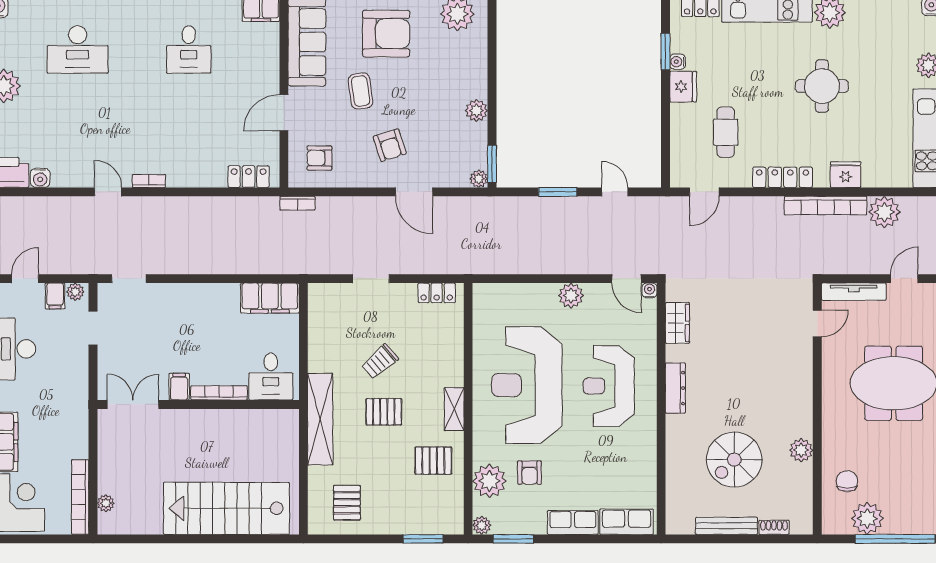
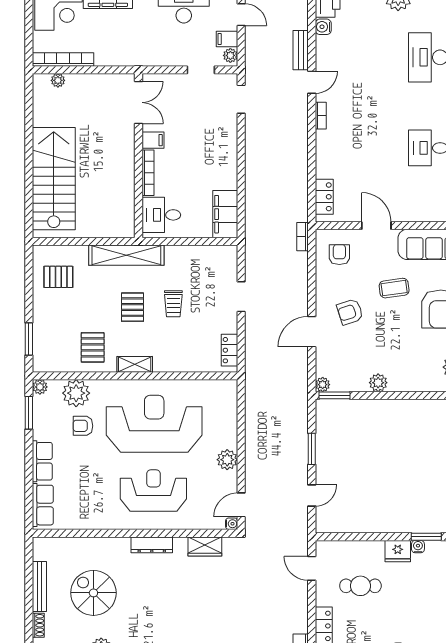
bench: (69, 205) -> (301, 50), added
trolley: (380, 362) -> (173, 304), turned -139

